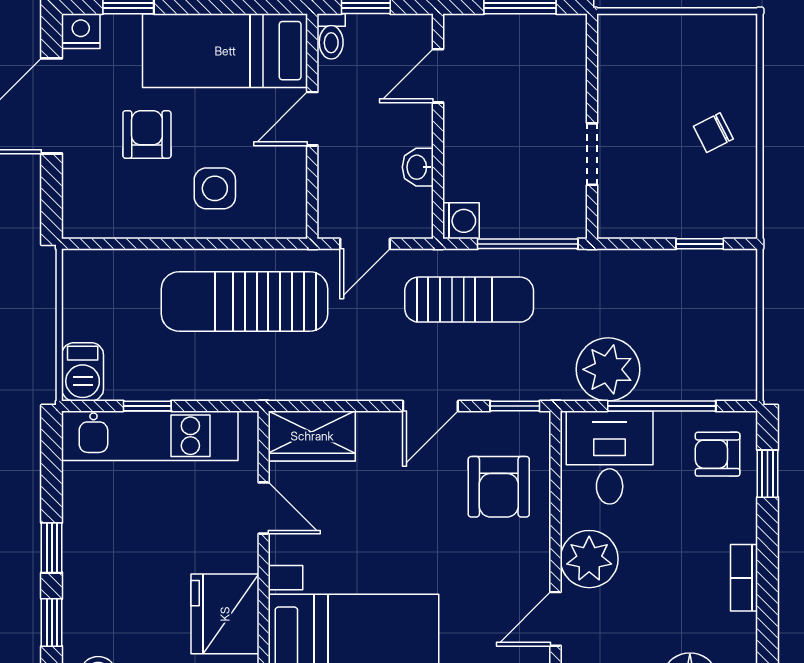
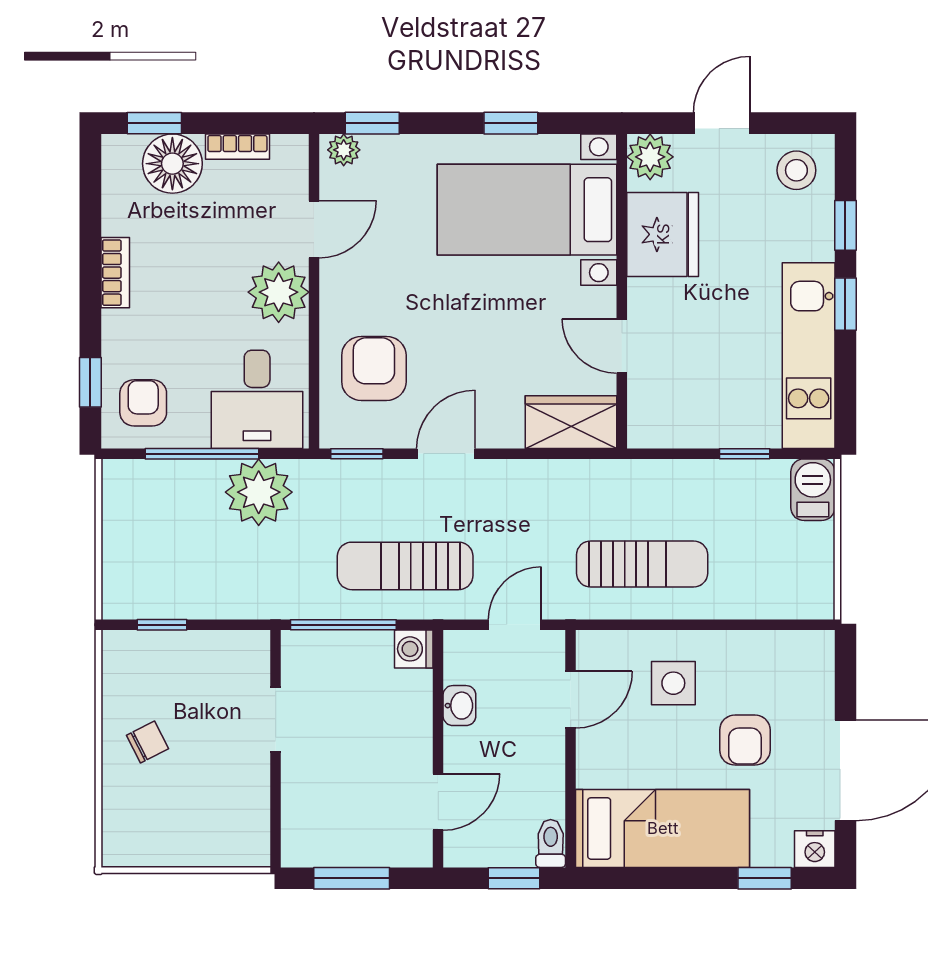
door: (312, 119) -> (571, 700), moved
sun lounger: (244, 301) -> (642, 564), width x0.73, depth x0.75
kitchen unit: (150, 436) -> (809, 356), moved, turned -90
armchair: (718, 454) -> (143, 403), turned -90

